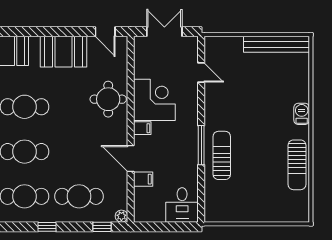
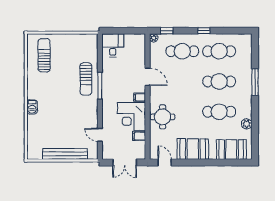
bench: (276, 44) -> (65, 154), moved
sun lounger: (297, 165) -> (44, 55), moved
filing cabinet: (143, 179) -> (139, 136), moved

